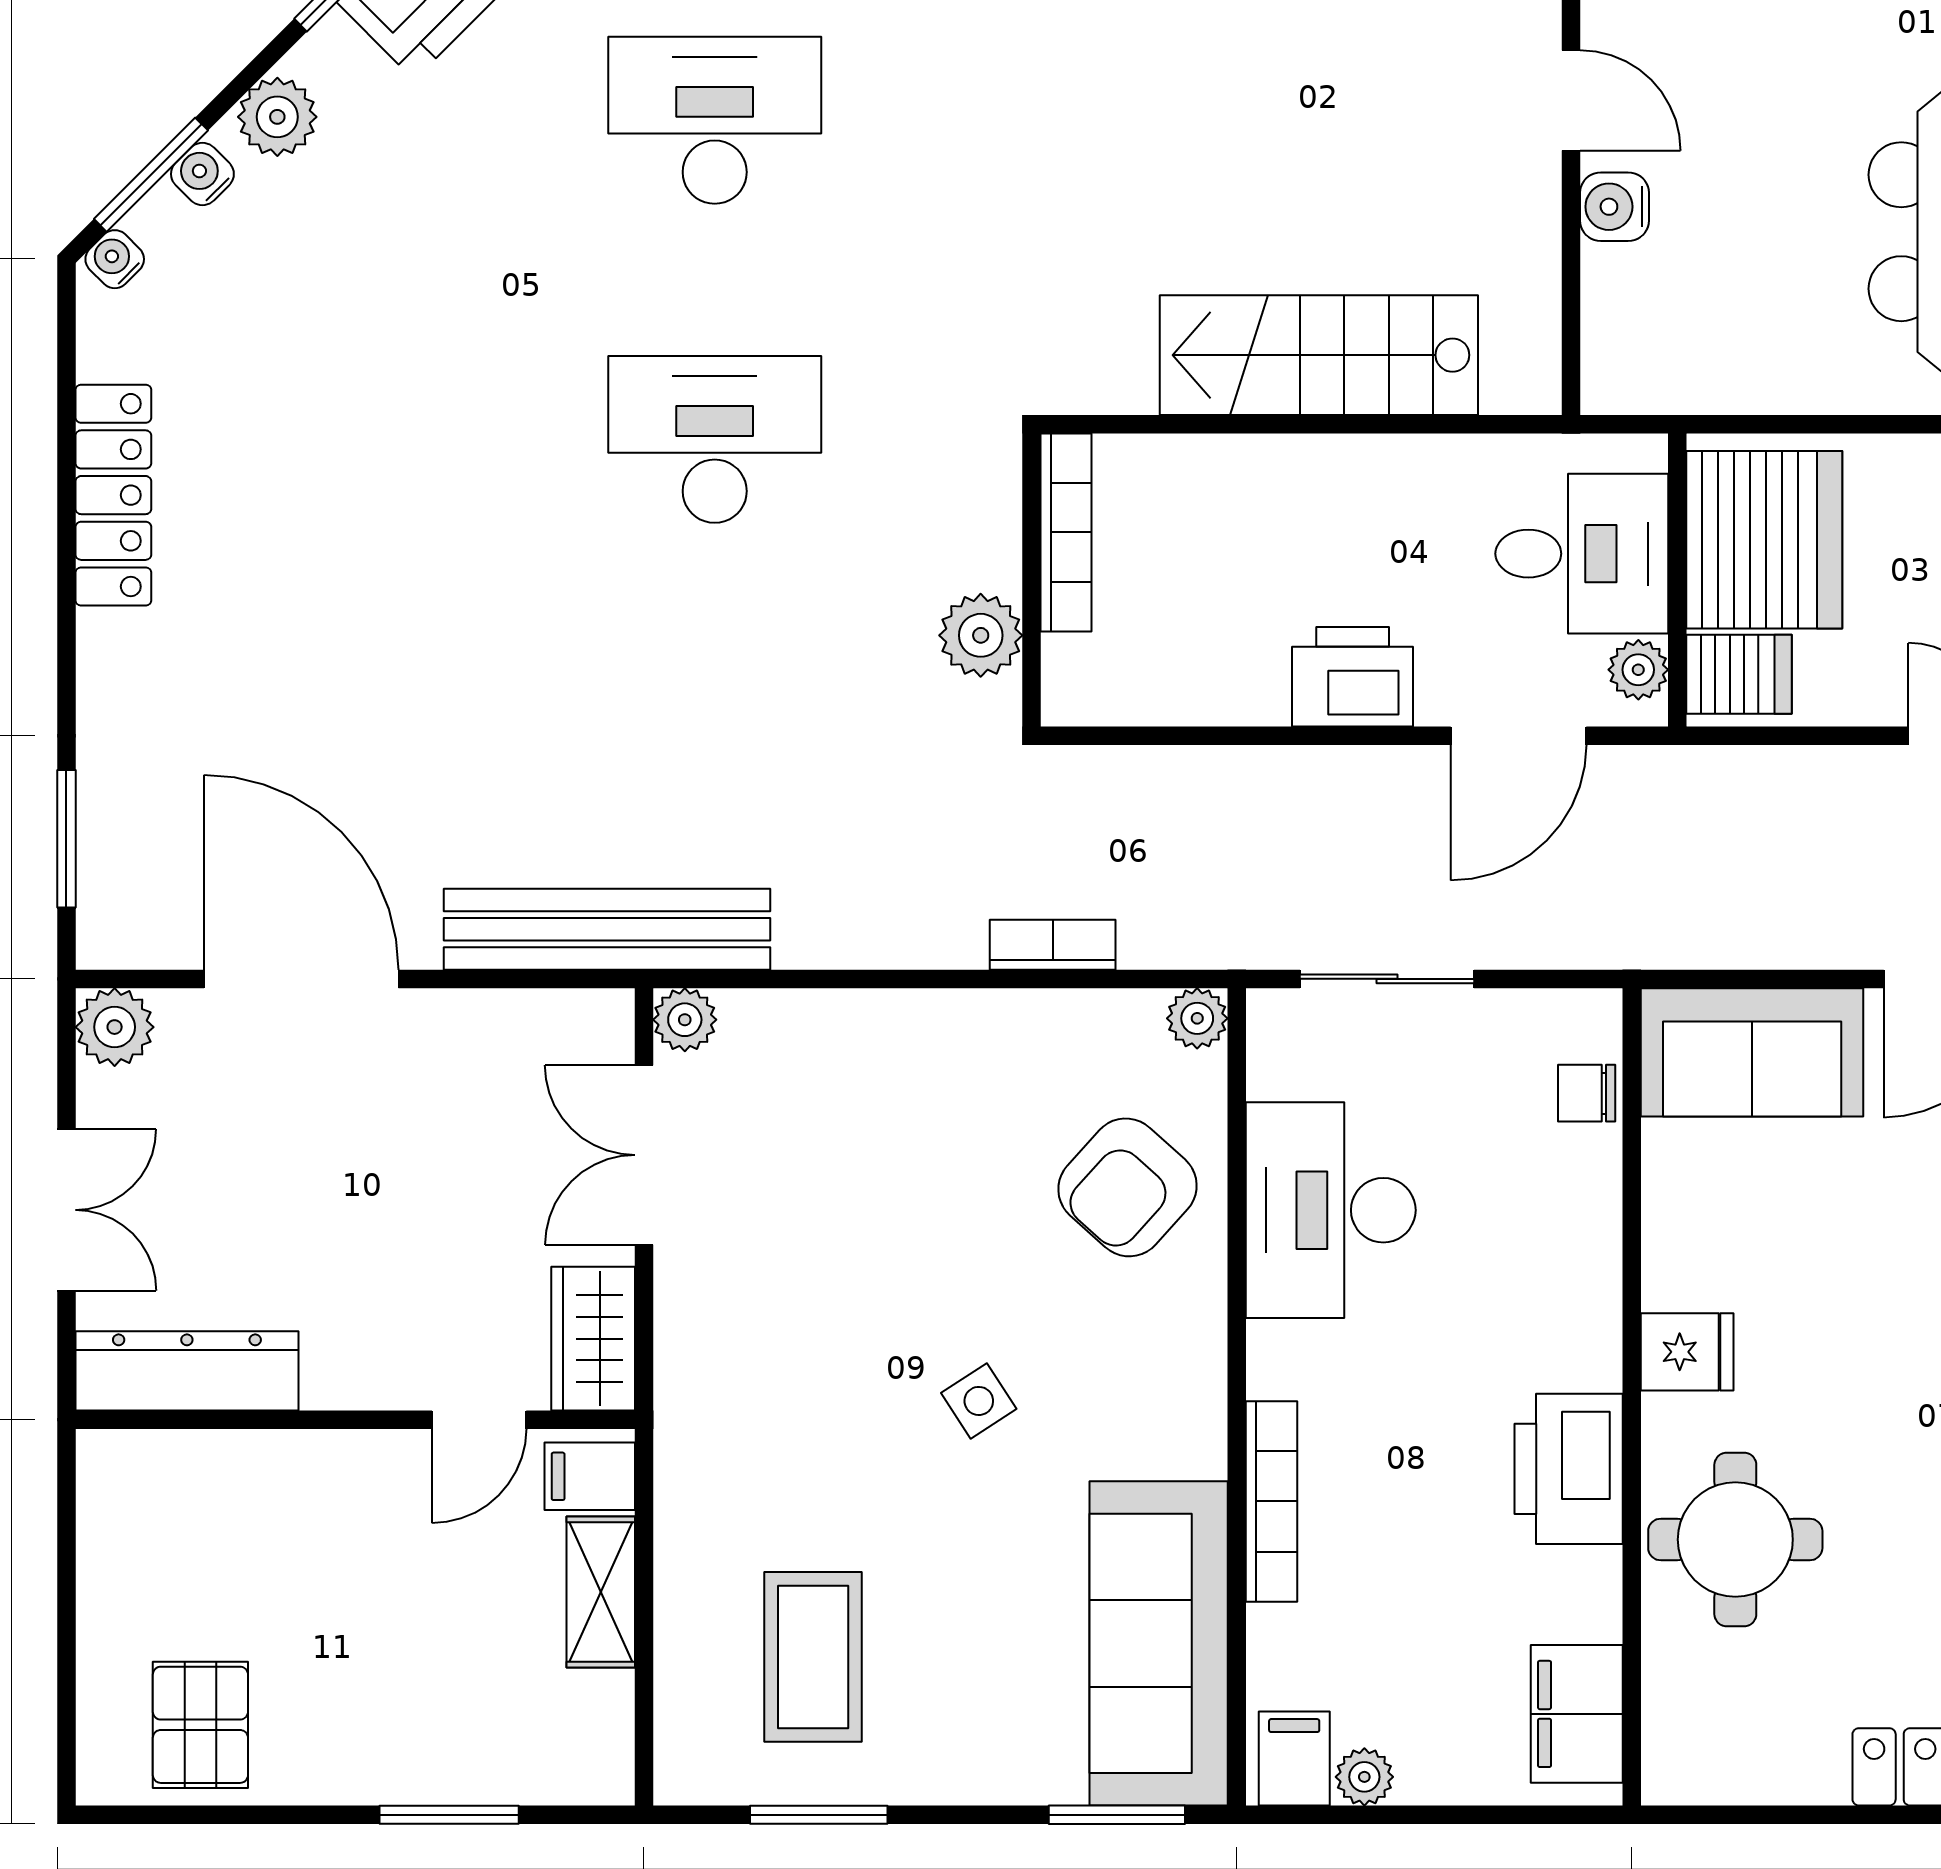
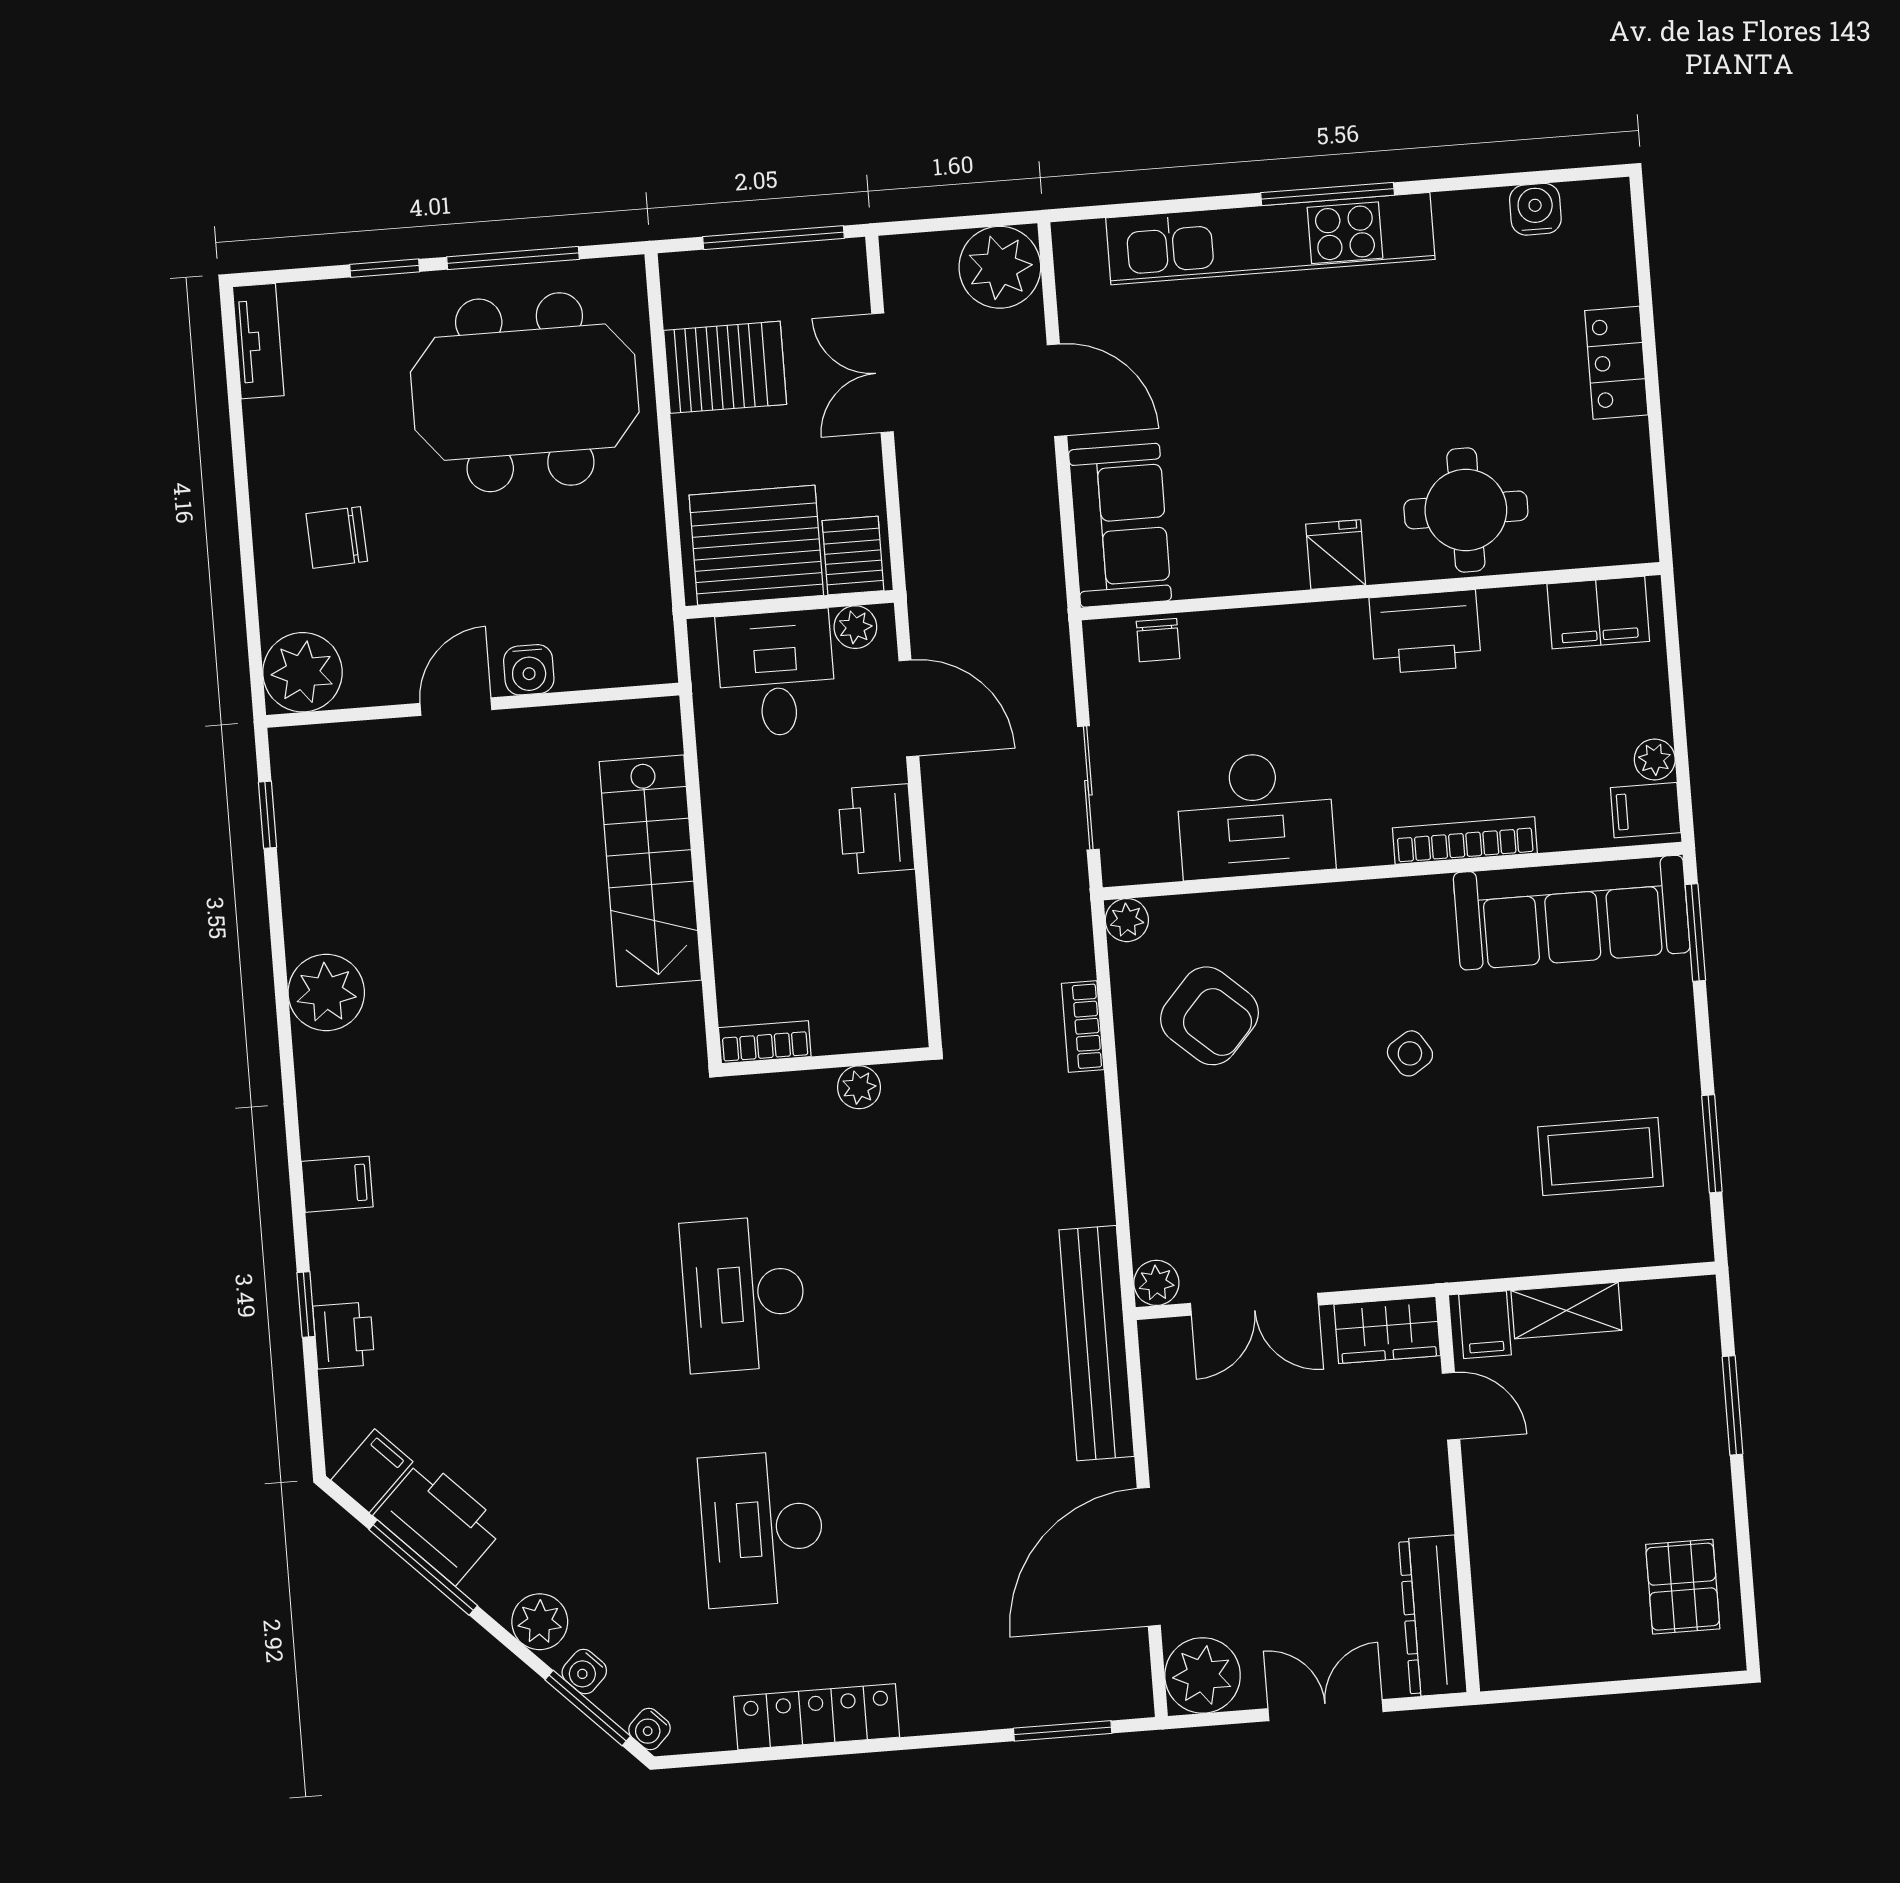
desk: (715, 120) -> (762, 1529), moved
bookcase: (1066, 532) -> (765, 1042), width x0.64
plant: (981, 635) -> (859, 1087), width x0.73, depth x0.73
plant: (115, 1027) -> (1203, 1675), width x1.36, depth x1.36
armchair: (1127, 1187) -> (1209, 1016), moved
pallet: (200, 1725) -> (1683, 1587), turned 90

